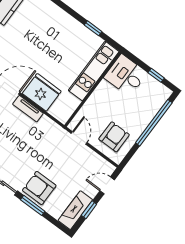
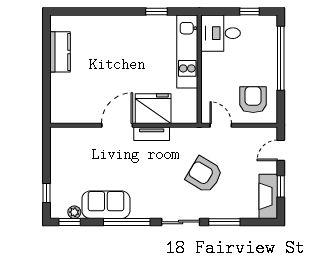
armchair: (39, 188) -> (204, 175), moved, turned 31

